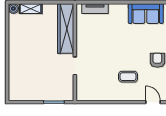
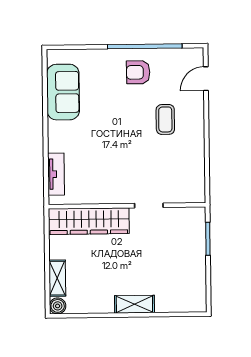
shelving: (14, 56) -> (134, 304), added

